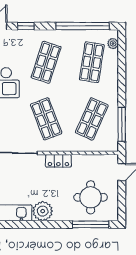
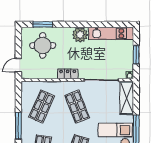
window: (122, 124) -> (18, 126), moved
window: (91, 224) -> (43, 24), width x0.69

